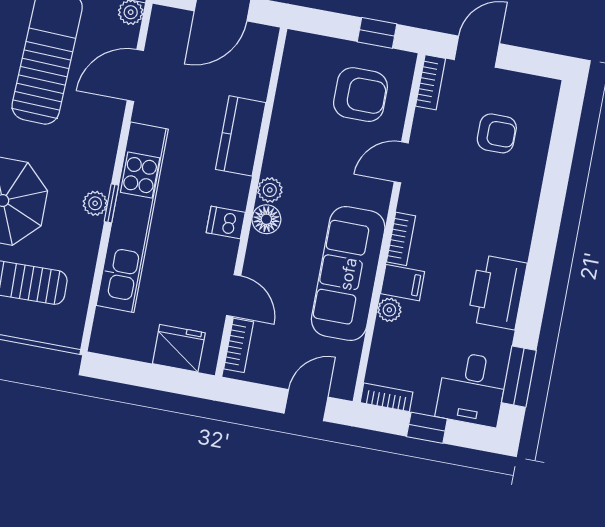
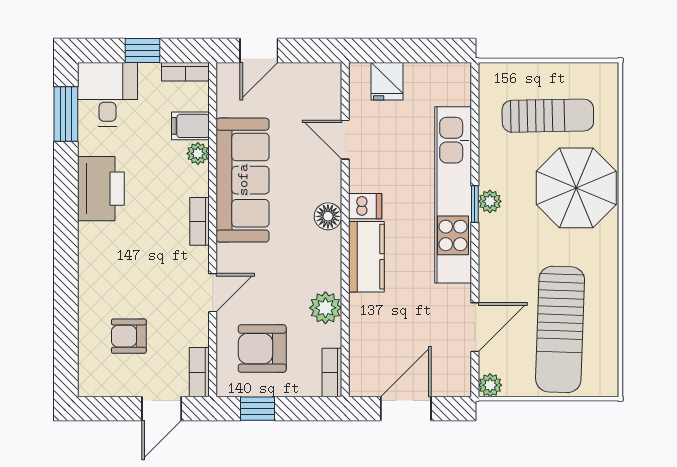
kitchen counter: (241, 136) -> (366, 257), moved
plant: (270, 190) -> (325, 308), moved, width x1.38, depth x1.38
filing cabinet: (403, 283) -> (190, 126), moved
bookcase: (239, 345) -> (332, 372), moved
fridge: (179, 348) -> (387, 81), width x0.72

